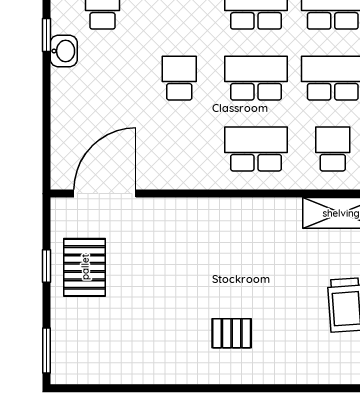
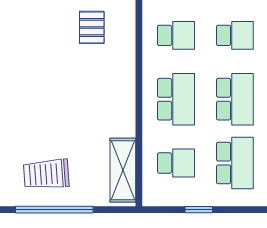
school desk: (179, 149) -> (176, 35), added
pallet: (232, 333) -> (92, 27), moved

